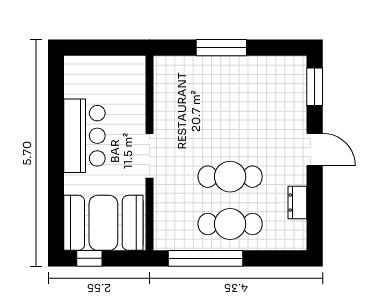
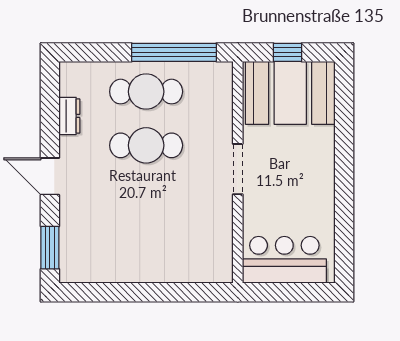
window: (221, 48) -> (156, 292), removed
bar counter: (85, 136) -> (284, 260), moved, turned 90
window: (89, 258) -> (288, 52), moved

